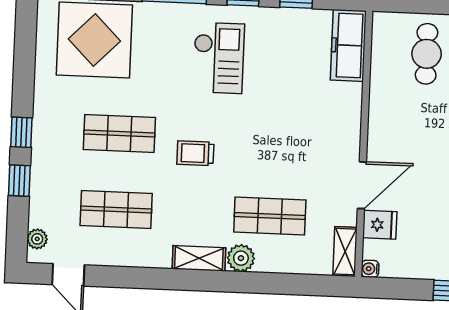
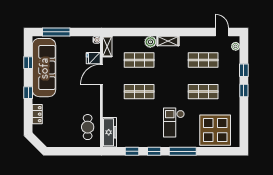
cafe table: (427, 54) -> (88, 127), moved
checkout: (219, 58) -> (174, 122), moved
shop shelf: (273, 140) -> (139, 92), added
trolley: (195, 153) -> (171, 85), removed

